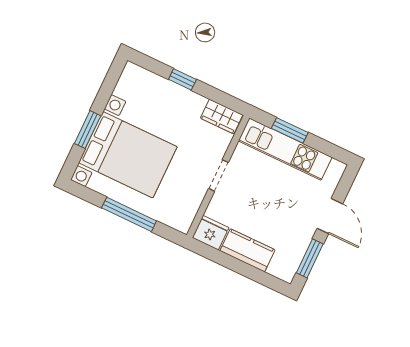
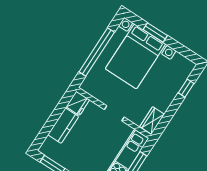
window: (182, 79) -> (186, 88), moved
window: (129, 214) -> (97, 52), width x1.46

